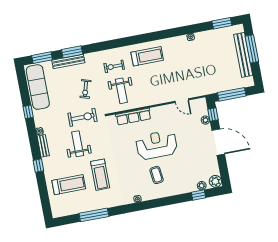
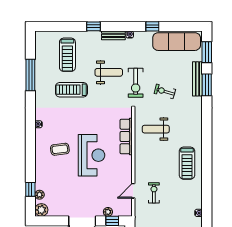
exercise bike: (114, 66) -> (154, 193), moved

